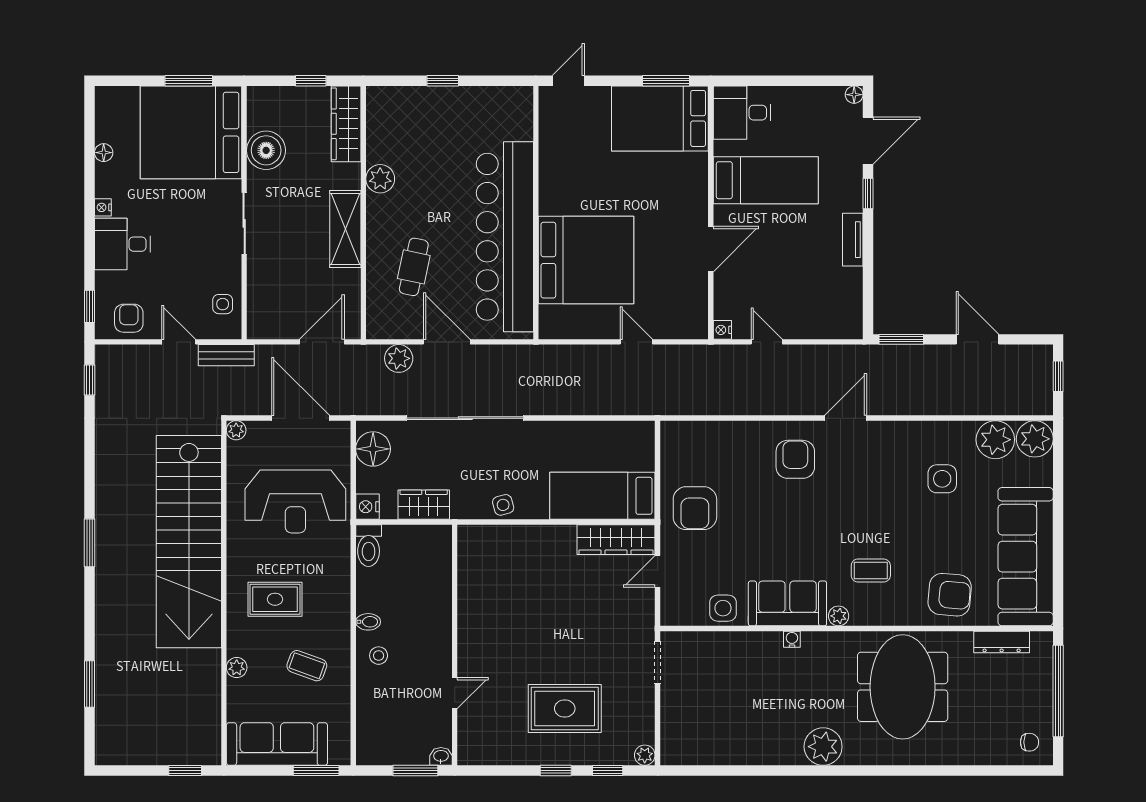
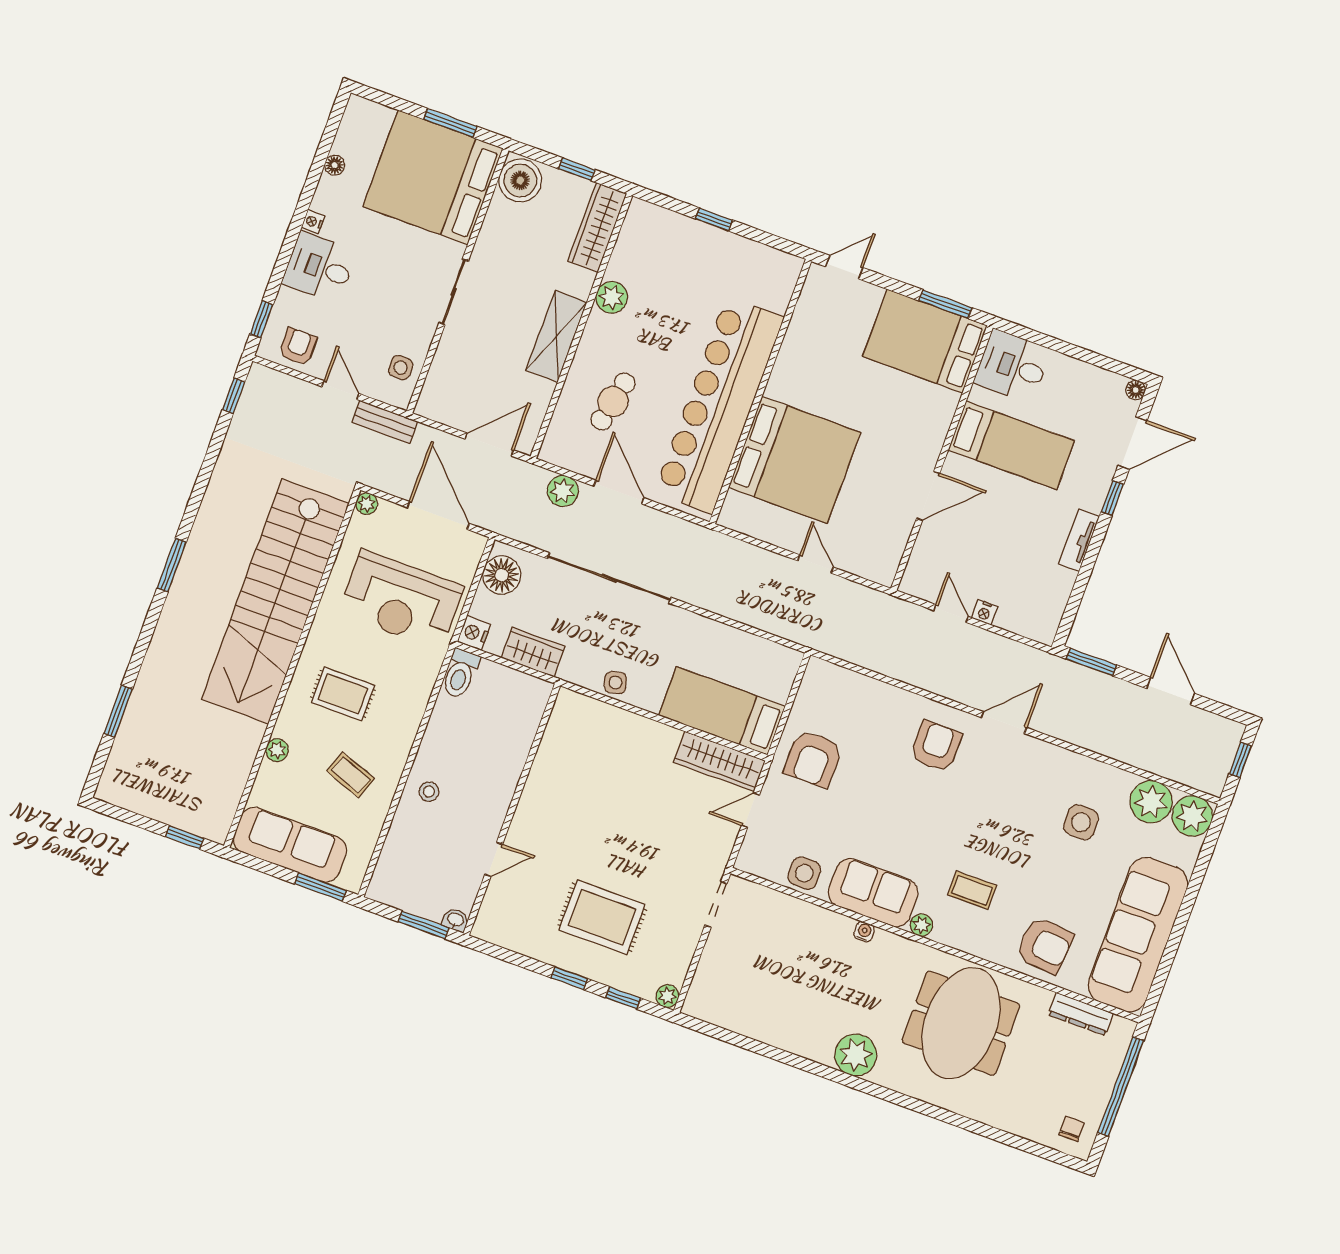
boiler: (266, 150) -> (520, 180), moved
nightstand: (722, 330) -> (985, 612), moved, turned -90
bidet: (368, 622) -> (431, 753), removed
chair: (1029, 742) -> (1072, 1129), turned -90

